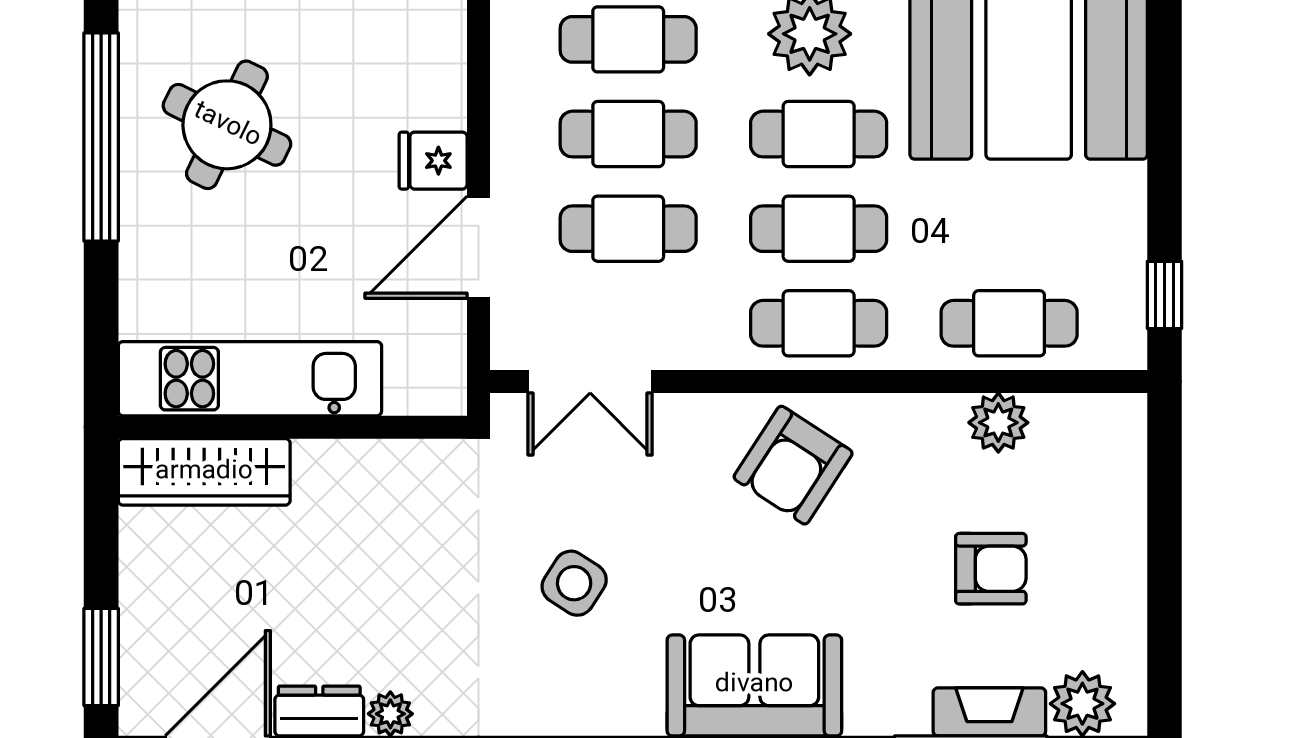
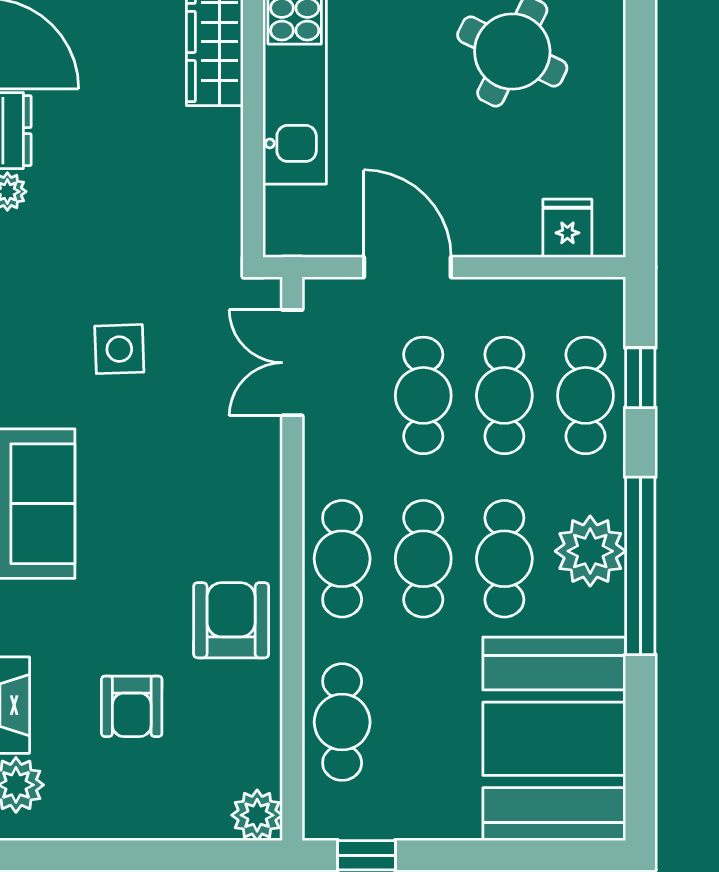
fridge: (433, 161) -> (567, 228), moved
plant: (998, 423) -> (257, 815), moved
armchair: (793, 465) -> (231, 620), moved, turned 57
side table: (574, 583) -> (119, 349), turned -35

